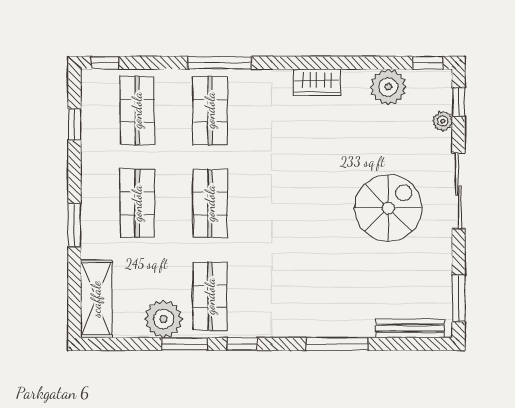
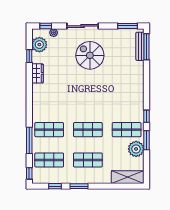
window: (220, 63) -> (29, 140), moved
window: (428, 63) -> (29, 56), moved
wardrobe: (317, 82) -> (37, 73), moved
plant: (388, 87) -> (39, 45), moved
window: (74, 225) -> (79, 186), moved
window: (337, 344) -> (147, 47), moved

